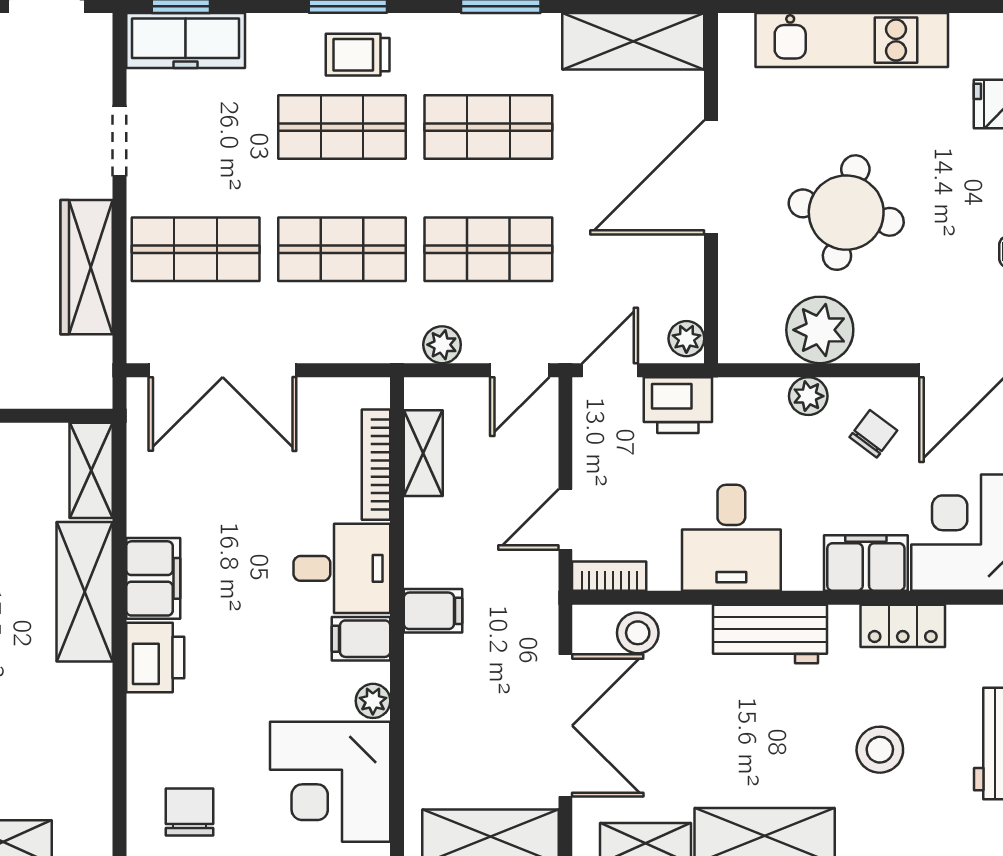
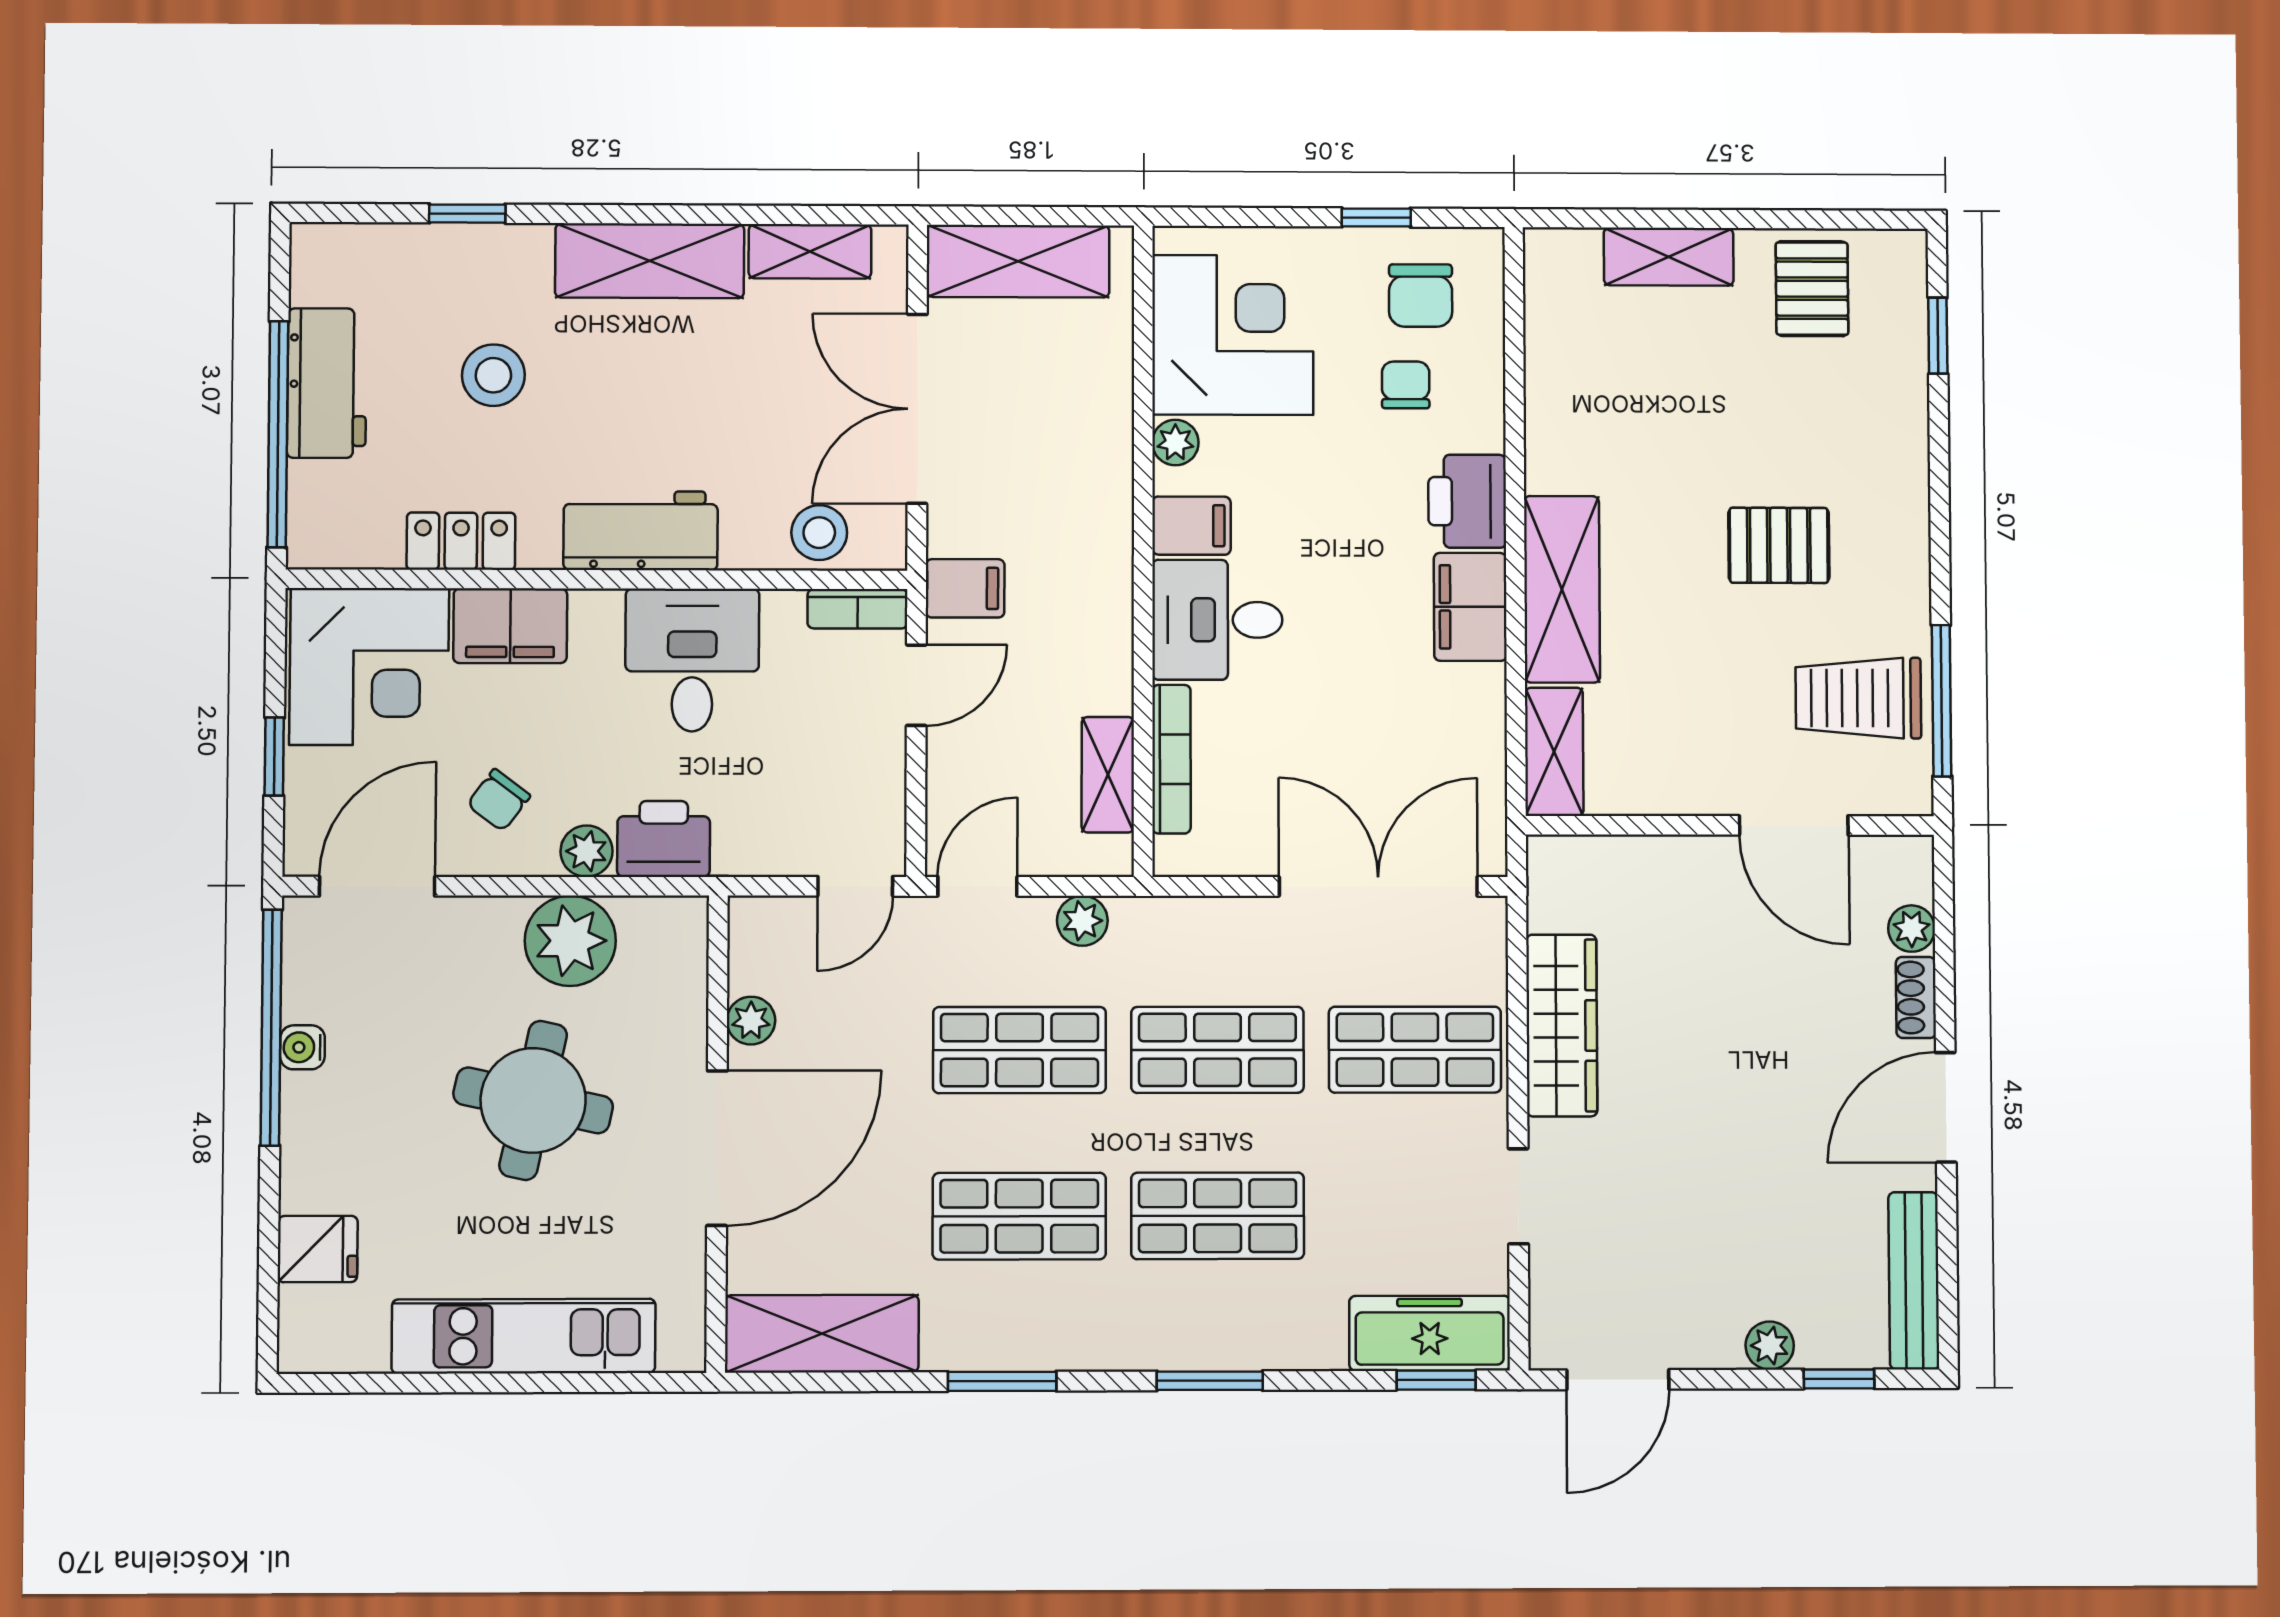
trolley: (358, 55) -> (1197, 1314), removed
plant: (686, 339) -> (751, 1021), moved
printer: (678, 405) -> (664, 839), moved
filing cabinet: (433, 611) -> (965, 588), moved, turned 180
chair: (201, 745) -> (1406, 385), added

